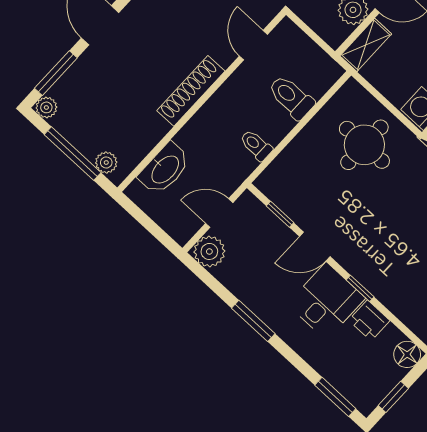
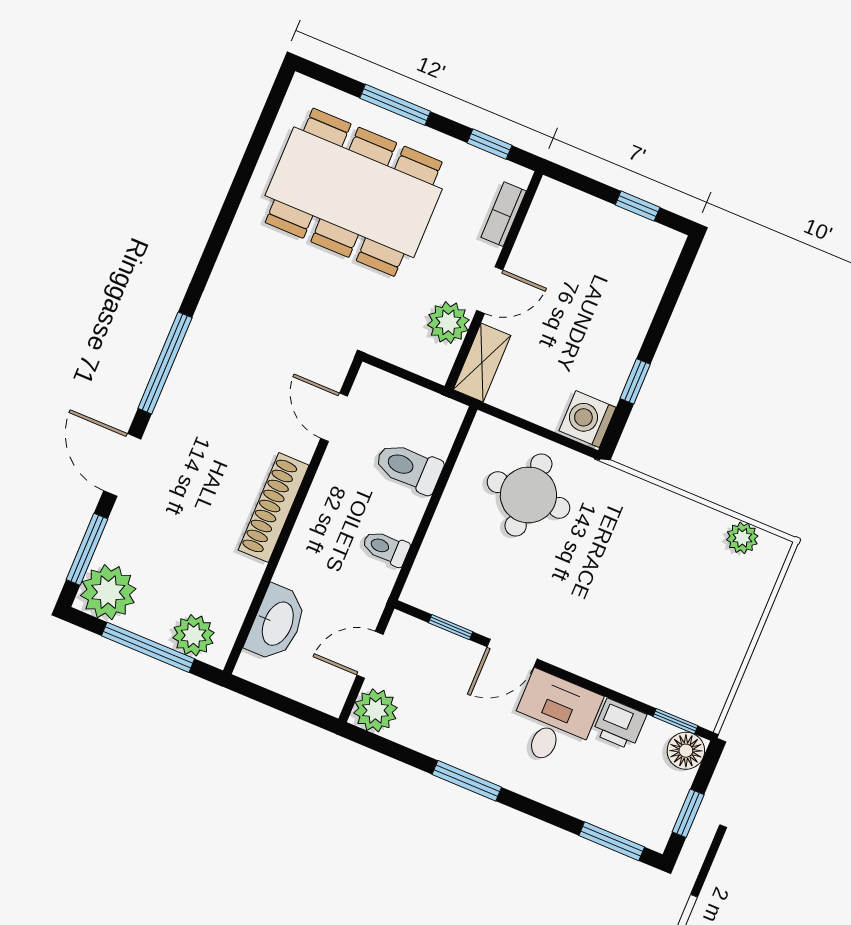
plant: (46, 107) -> (108, 592), width x1.87, depth x1.87
plant: (106, 163) -> (194, 635), width x1.38, depth x1.38
window: (360, 288) -> (675, 721), moved

